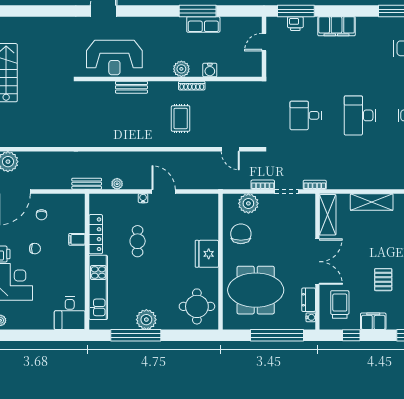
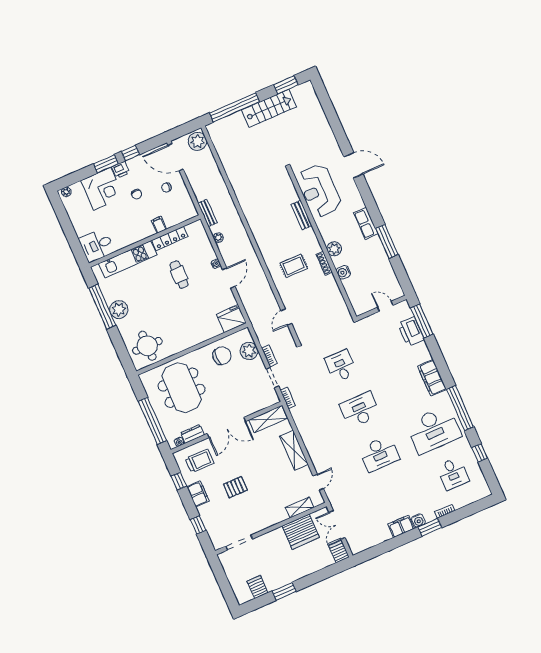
row of seats: (203, 24) -> (366, 223), moved
printer: (295, 24) -> (411, 332), width x1.87, depth x1.48
filing cabinet: (337, 26) -> (432, 378), moved
cafe table: (138, 241) -> (179, 275), turned 90
fridge: (207, 254) -> (231, 319), moved

